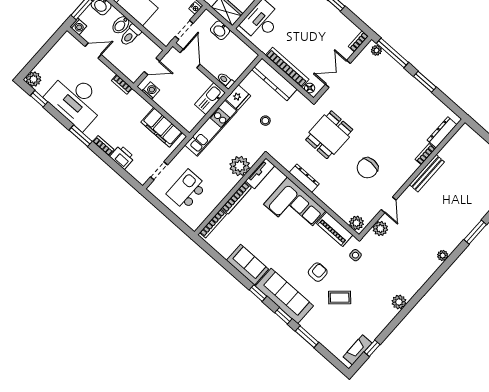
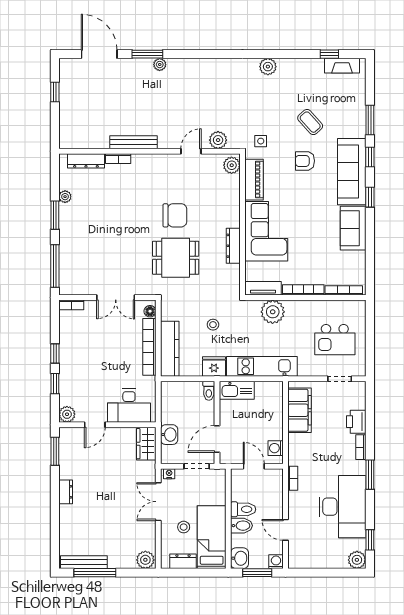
plant: (376, 50) -> (65, 197), moved
chair: (367, 168) -> (175, 215), moved
plant: (443, 255) -> (160, 65), moved

